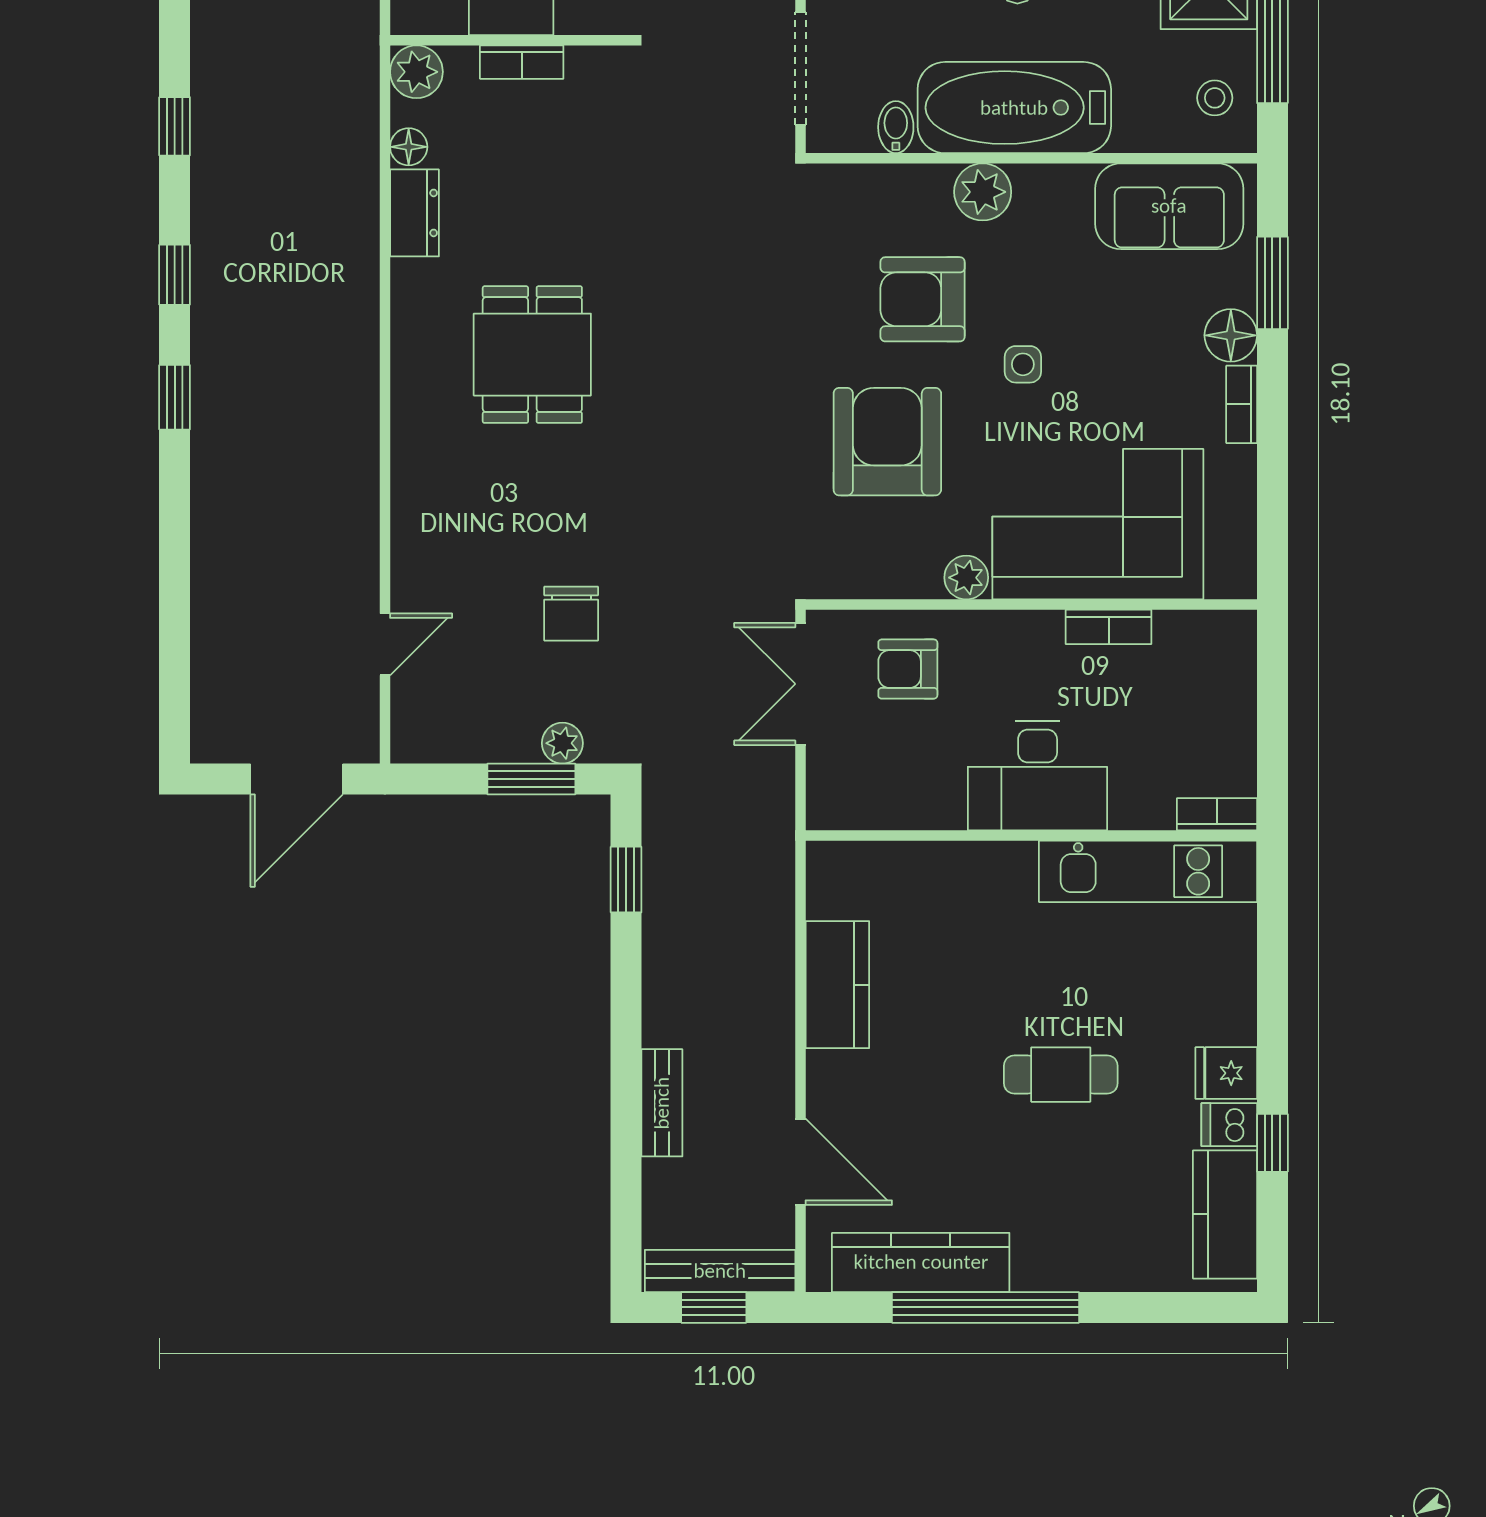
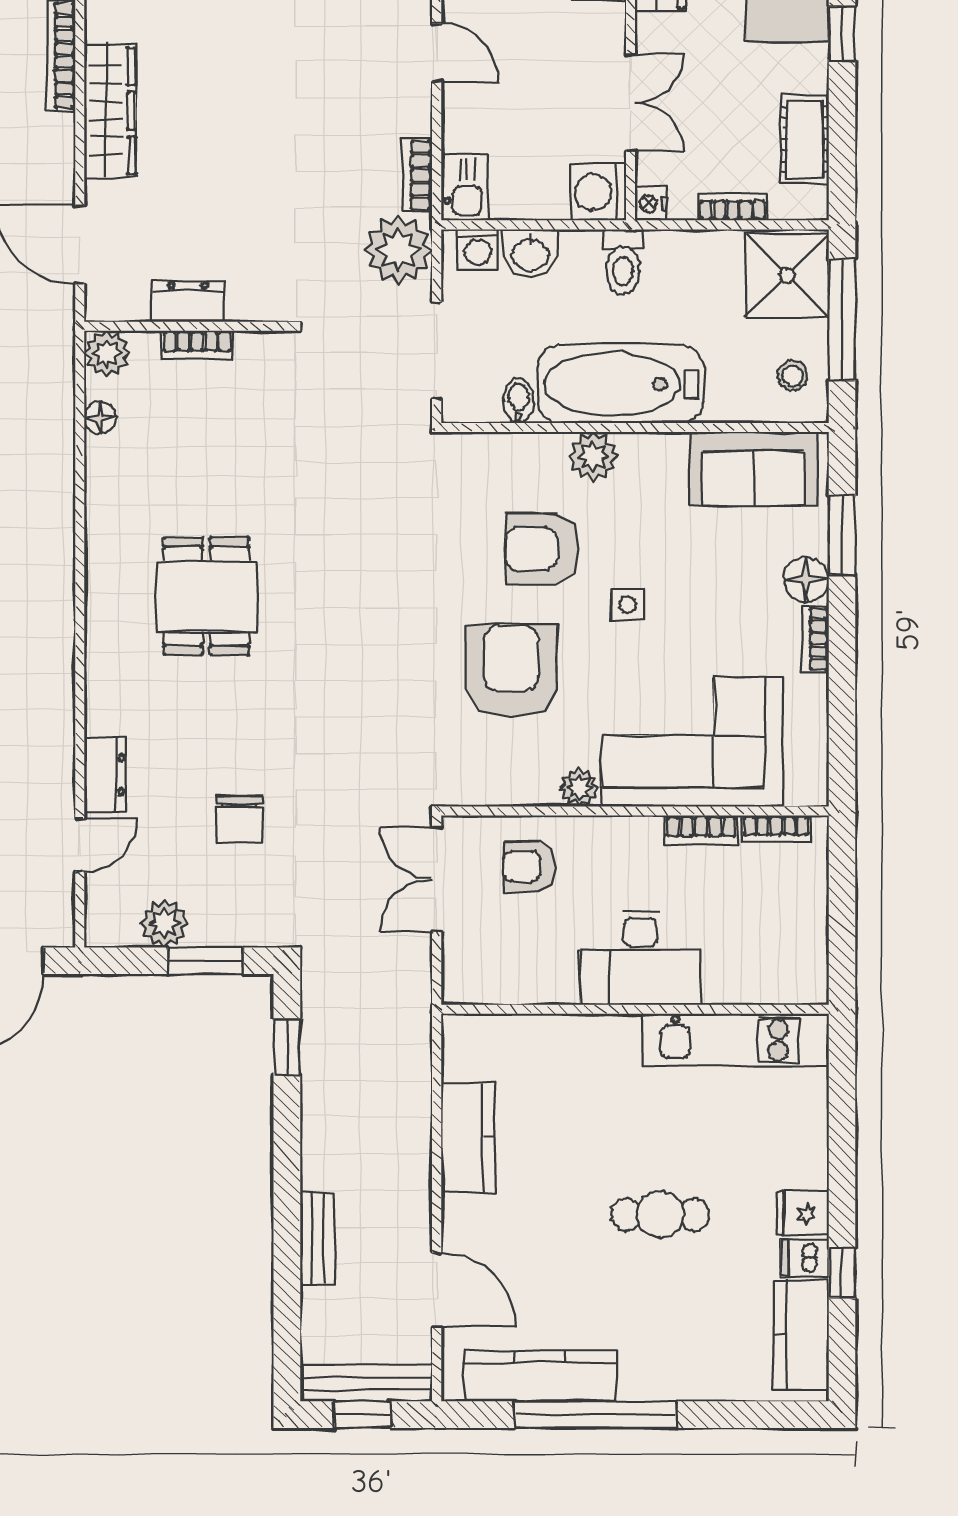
dresser: (415, 213) -> (105, 775), moved
plant: (562, 743) -> (164, 923), moved, width x1.38, depth x1.38
bookcase: (1217, 814) -> (776, 829), moved, turned 180

